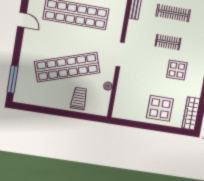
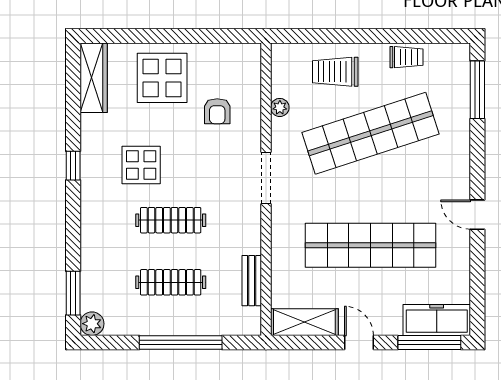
clothes rail: (168, 42) -> (171, 220), width x1.36
armchair: (137, 89) -> (217, 111), added
trolley: (79, 98) -> (335, 72), turned 89
trolley: (44, 100) -> (406, 57), added

